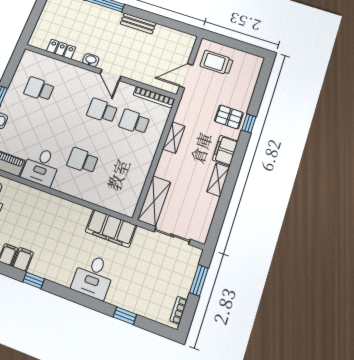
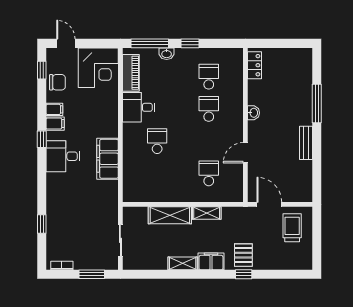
locker: (61, 49) -> (255, 65), moved
door: (111, 75) -> (245, 153), moved
bookcase: (154, 97) -> (238, 183), removed
school desk: (102, 111) -> (209, 109), moved
shelving: (154, 201) -> (170, 215), moved
filing cabinet: (111, 228) -> (107, 159), moved
desk: (93, 277) -> (63, 156), moved

